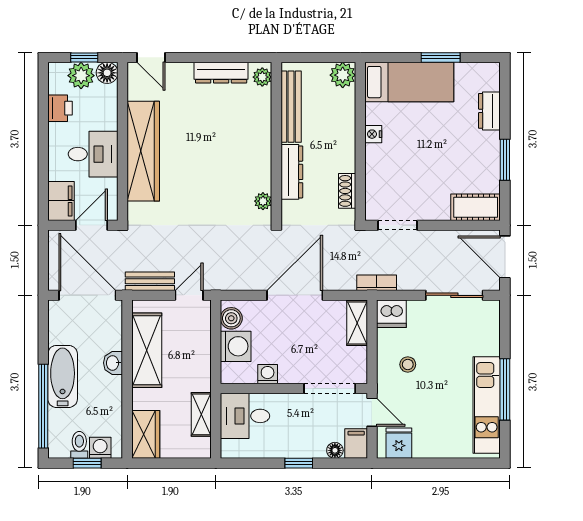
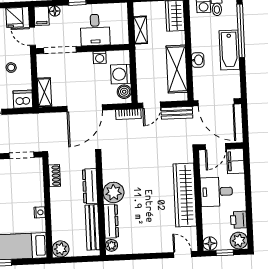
dresser: (221, 73) -> (111, 221), moved, turned 90
plant: (81, 76) -> (239, 241), moved
plant: (263, 201) -> (113, 192), moved, width x1.87, depth x1.87
bookcase: (377, 283) -> (128, 114), moved
desk: (245, 416) -> (95, 30), moved, turned 90

